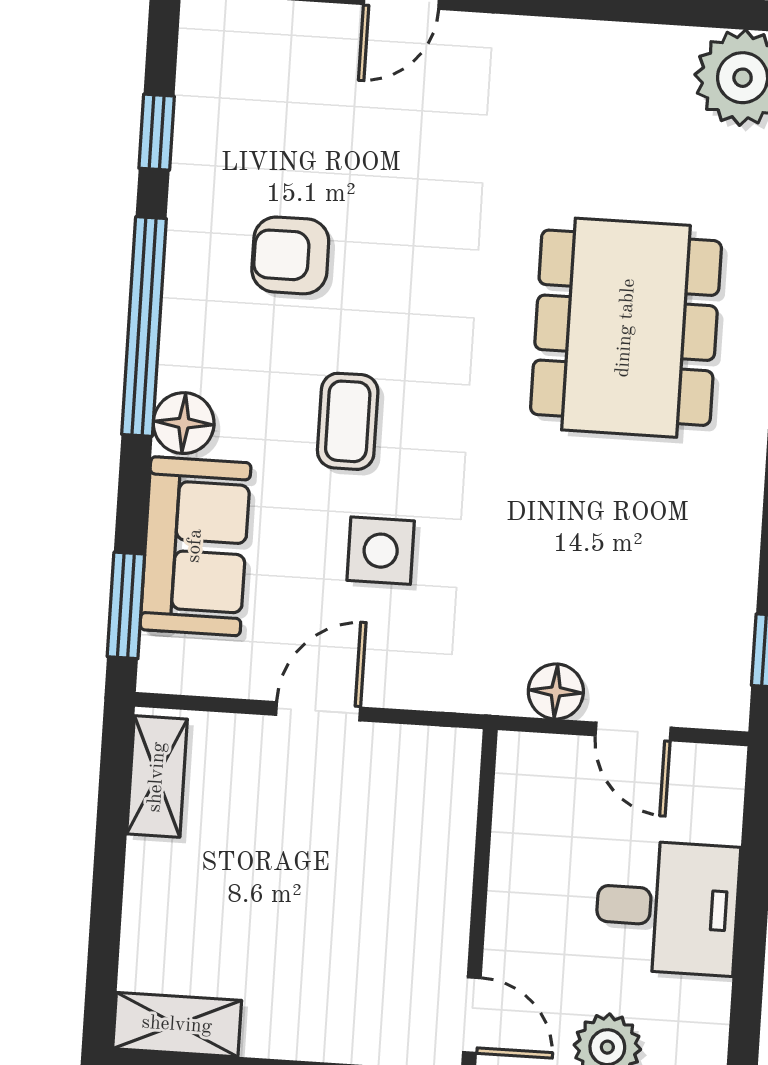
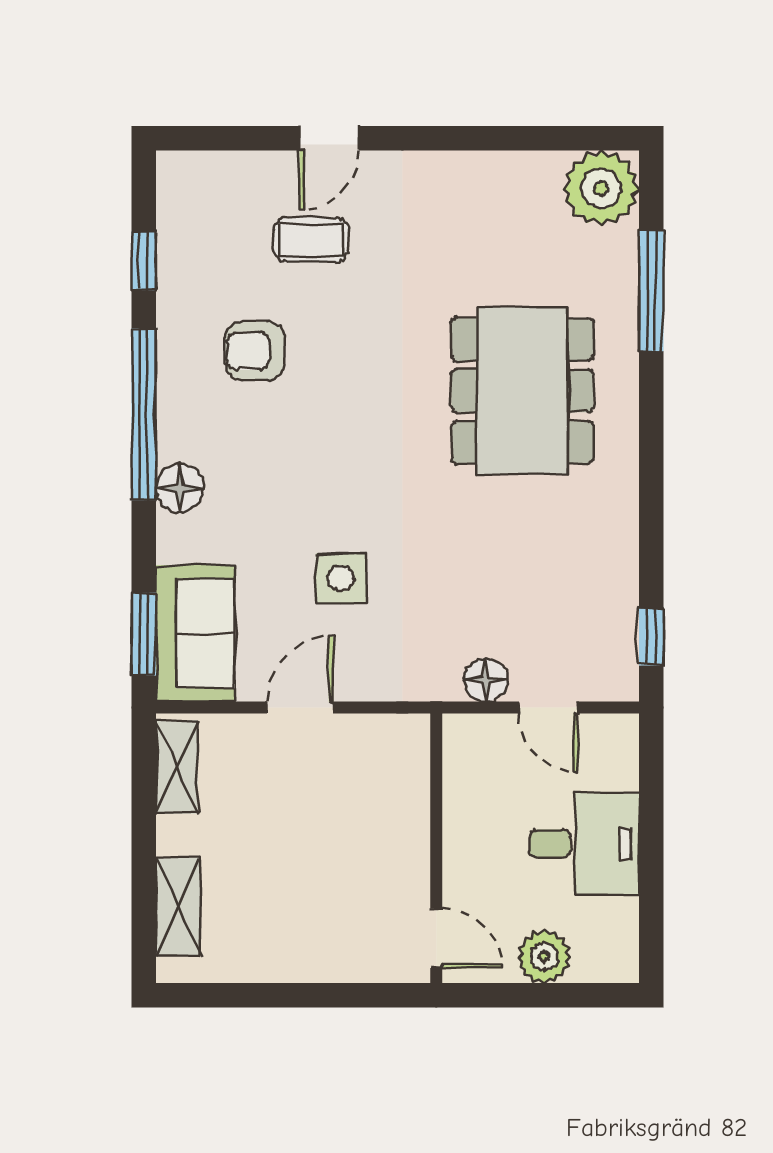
coffee table: (348, 421) -> (311, 240), moved, turned 90
sofa: (195, 546) -> (195, 633), moved
shelving: (177, 1025) -> (178, 907), moved, turned 90

